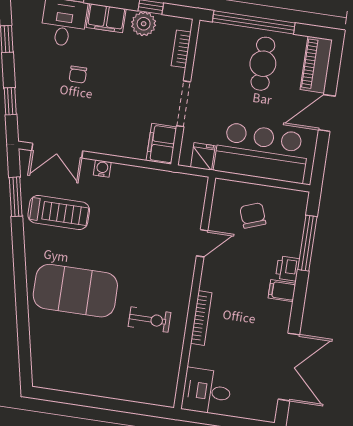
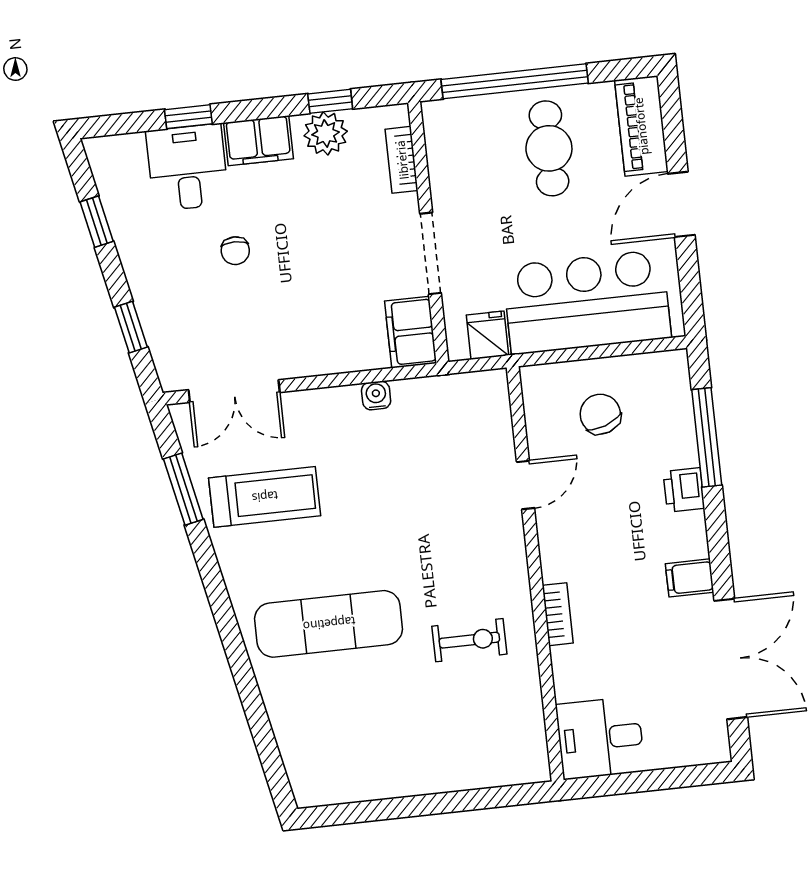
water cooler: (102, 169) -> (376, 395), moved
exercise mat: (75, 291) -> (329, 624), width x0.68
filing cabinet: (282, 291) -> (690, 578), moved
bookcase: (201, 318) -> (558, 614), width x0.64

